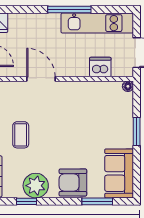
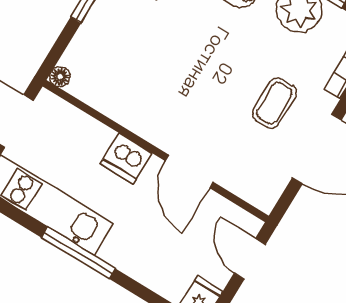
dishwasher: (100, 67) -> (126, 158), moved

